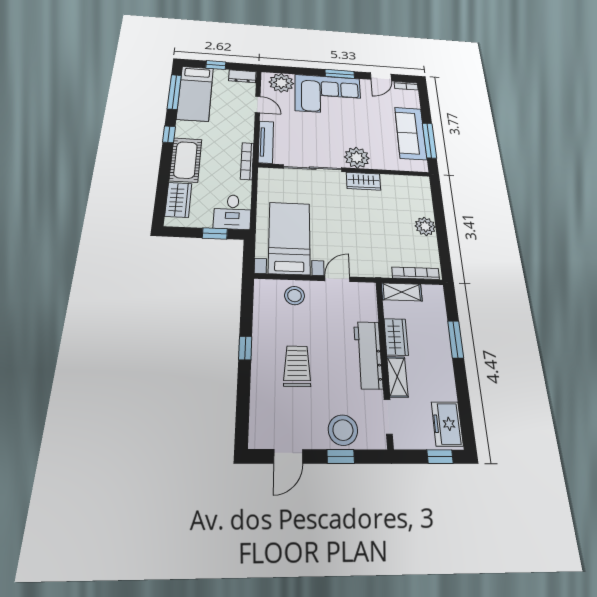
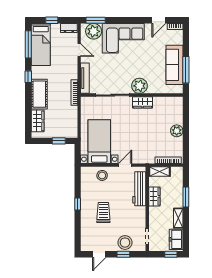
window: (340, 74) -> (96, 20), moved
desk: (232, 212) -> (68, 127), removed
workbench: (368, 355) -> (139, 189), moved
shelving: (397, 377) -> (178, 218), moved

